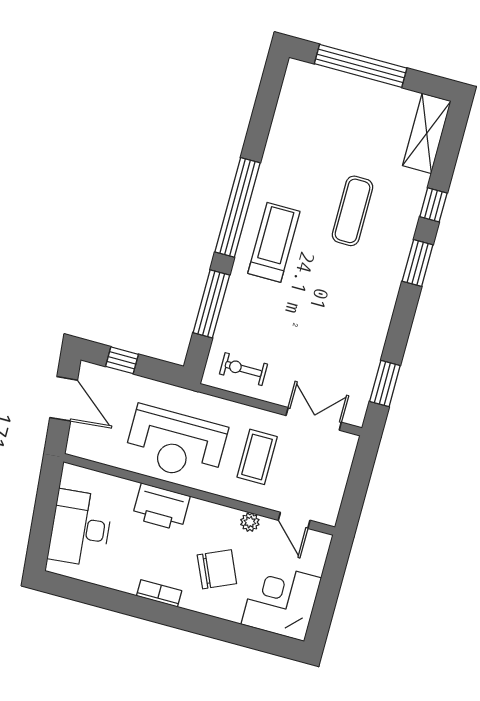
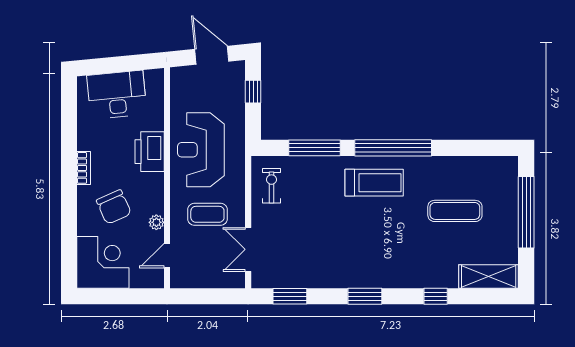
exercise mat: (352, 211) -> (455, 211), moved
window: (418, 263) -> (365, 296), moved
door: (64, 399) -> (212, 55), swing flipped
double door: (314, 419) -> (248, 249), swing flipped

